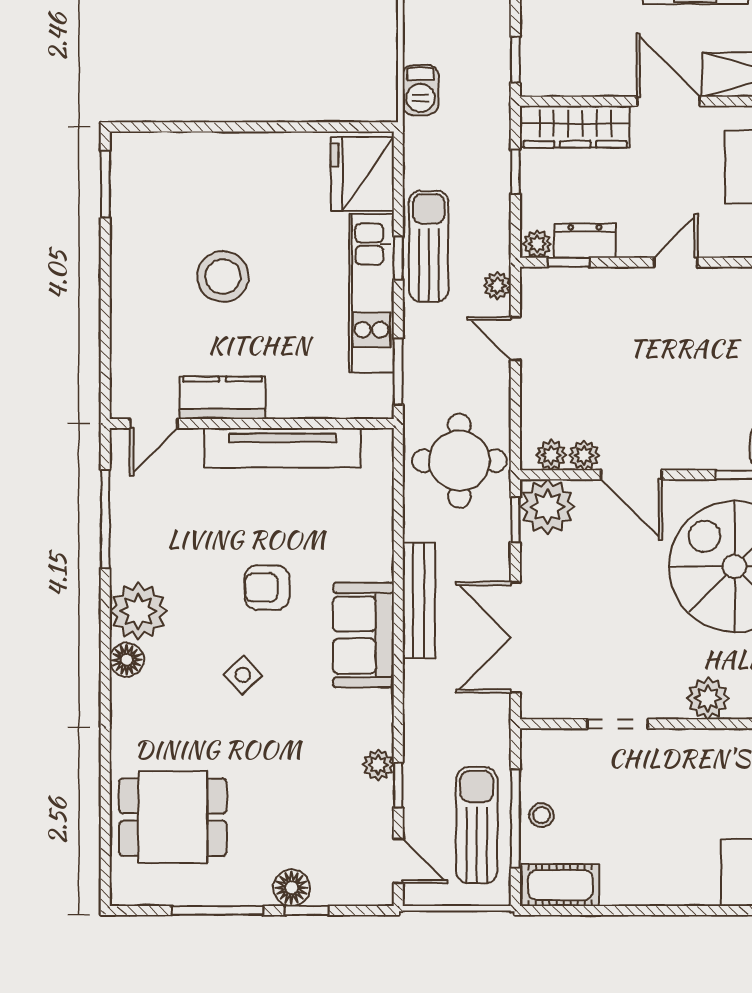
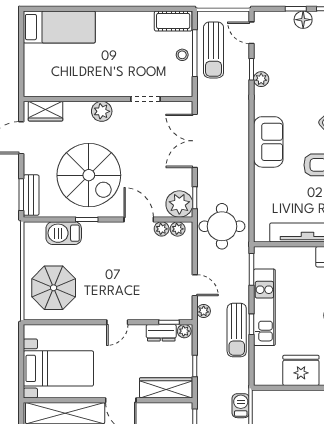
fridge: (362, 174) -> (301, 370), moved, turned -90
bench: (419, 600) -> (242, 159), removed
double door: (515, 637) -> (195, 141), swing flipped

